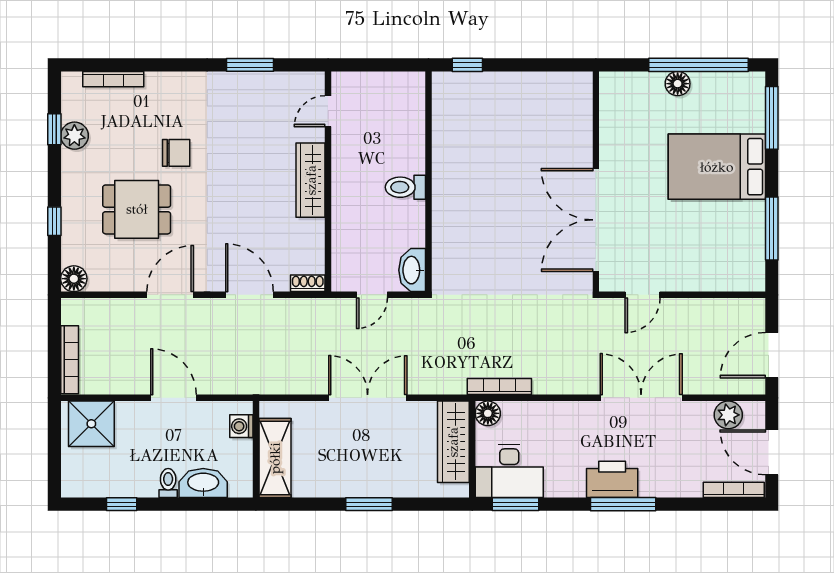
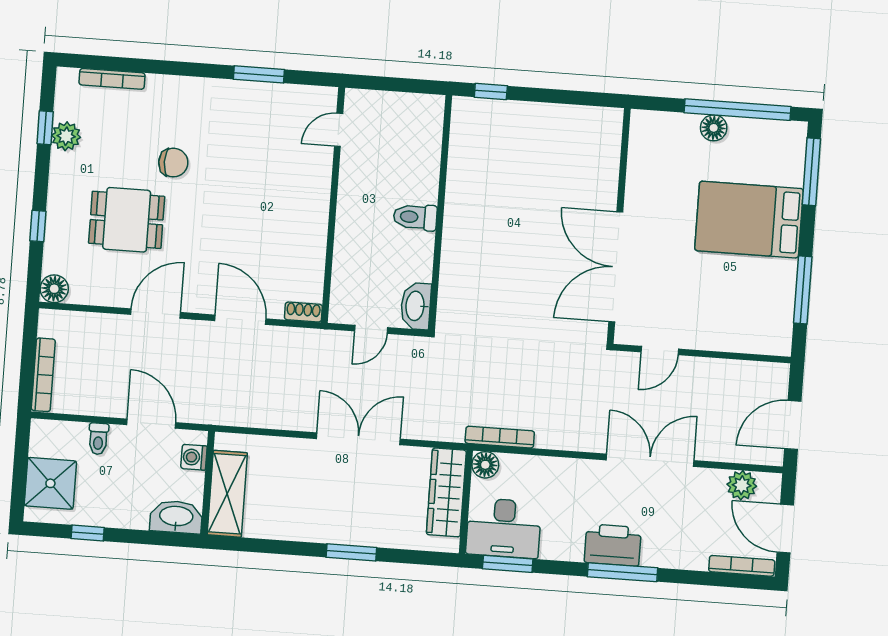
wardrobe: (311, 180) -> (314, 202), removed
shower: (91, 424) -> (50, 483), moved
washing machine: (241, 426) -> (194, 457), moved
wall: (256, 449) -> (208, 483), moved
shelving: (275, 458) -> (227, 494), moved
toilet: (168, 483) -> (98, 439), moved, turned 180

